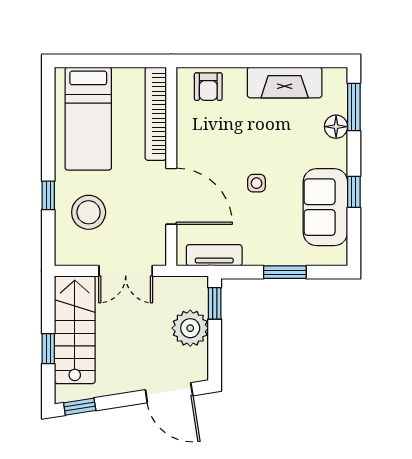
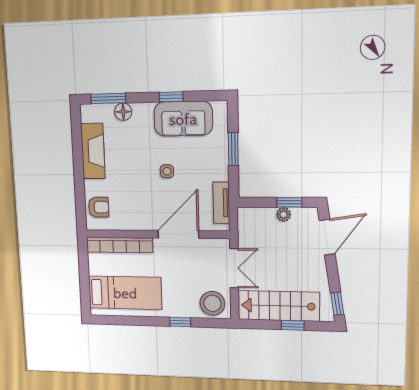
stool: (89, 212) -> (212, 303), moved
window: (215, 303) -> (289, 202), moved
plant: (190, 328) -> (284, 214), width x0.53, depth x0.53

